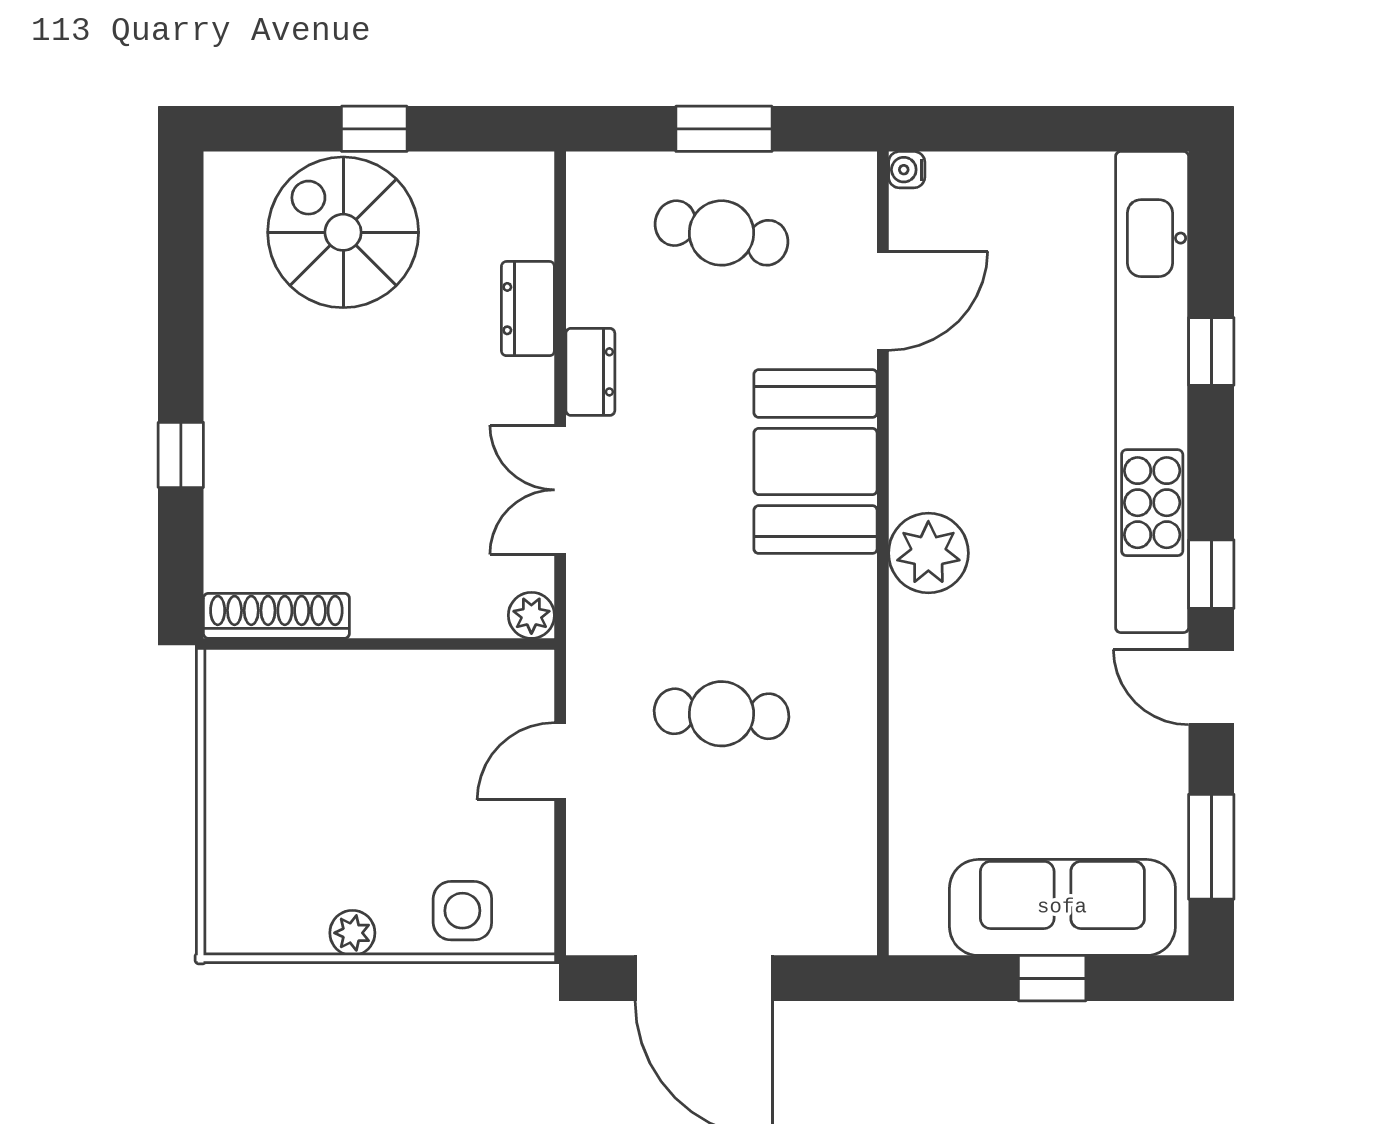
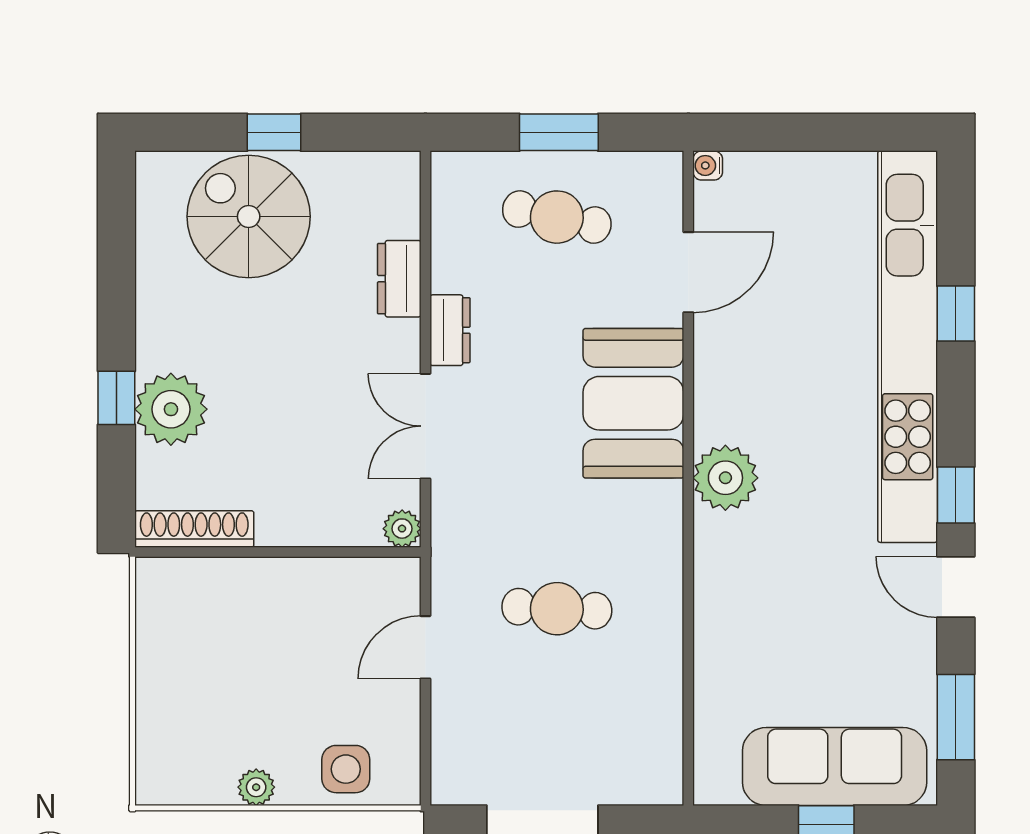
plant: (248, 469) -> (171, 409), added

